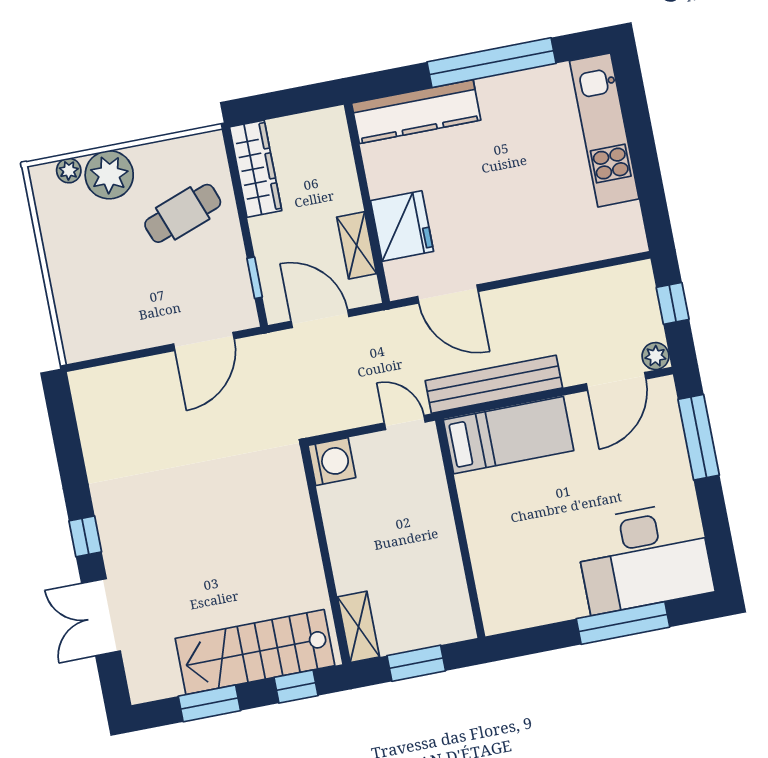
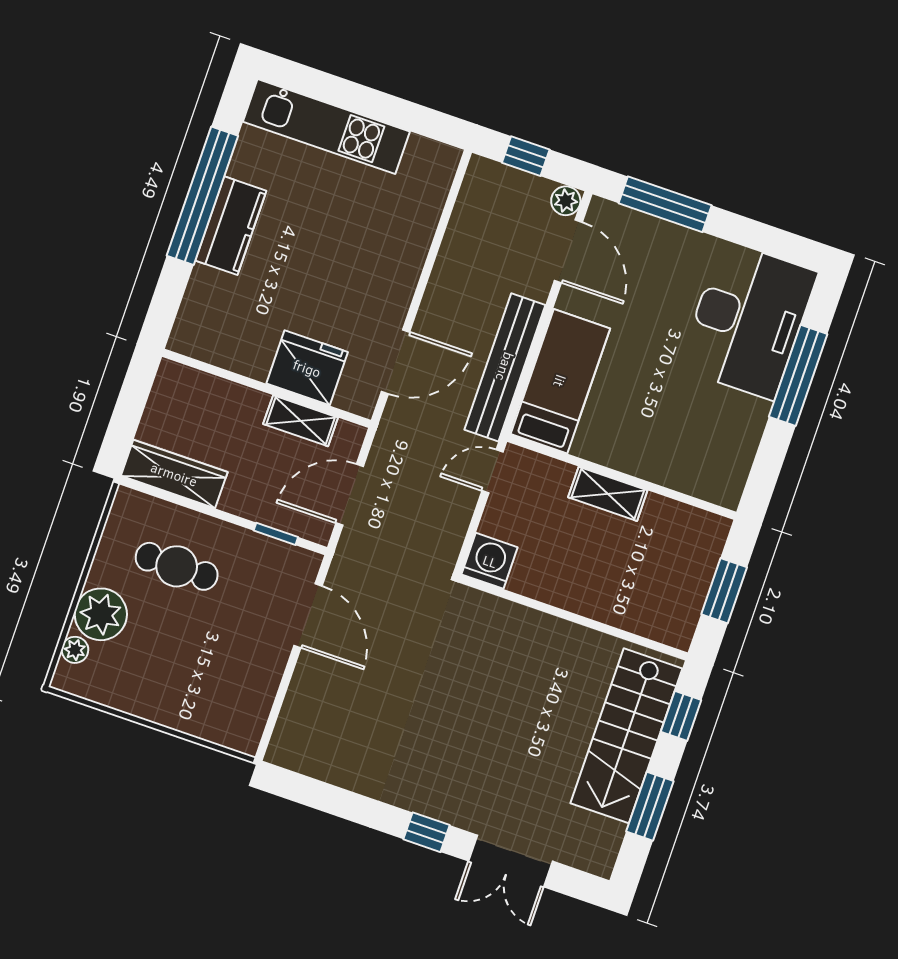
kitchen counter: (416, 112) -> (231, 226), moved, width x0.67
cafe table: (183, 213) -> (177, 566), turned -70
shelving: (359, 627) -> (608, 494), moved

